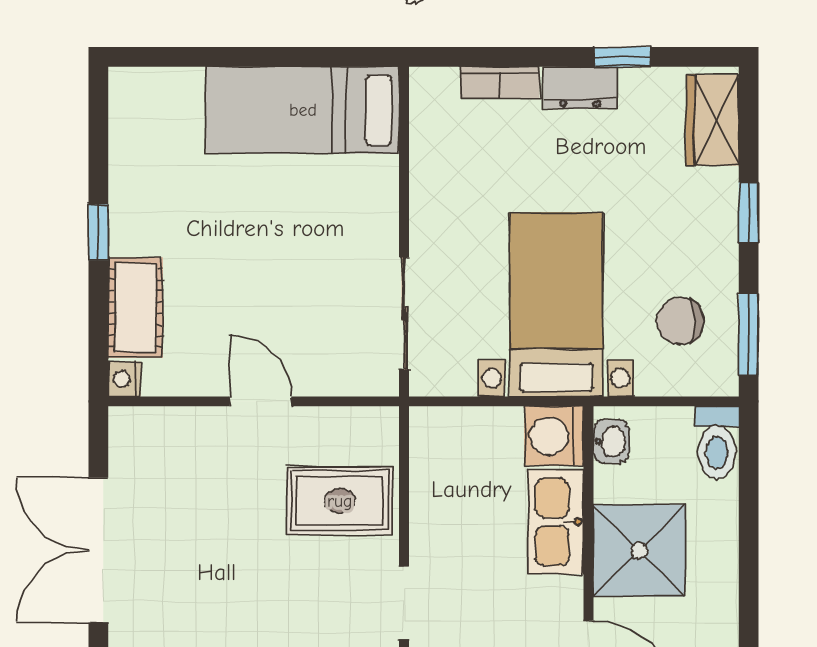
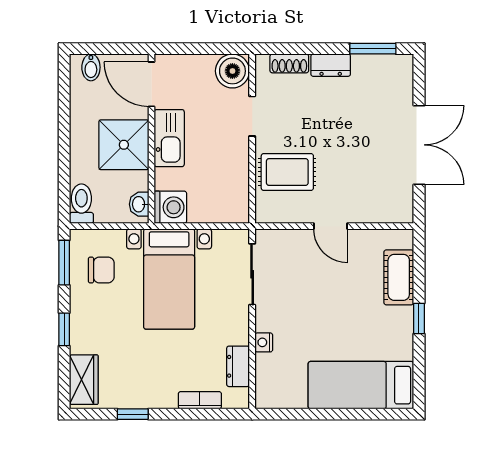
dresser: (580, 88) -> (238, 366), moved, turned -90
bed: (303, 110) -> (361, 385), moved, turned 180
nightstand: (125, 379) -> (264, 342), moved, turned 180
kitchen sink: (556, 522) -> (169, 138), moved

